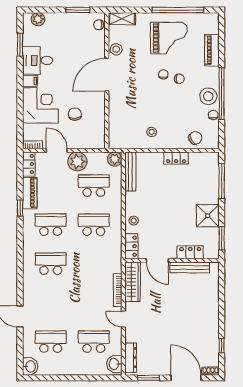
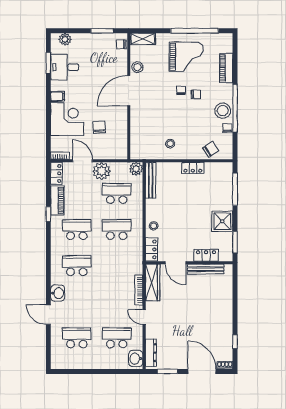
desk: (38, 60) -> (65, 67), moved
washbasin: (30, 366) -> (58, 293), moved

